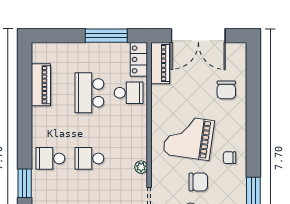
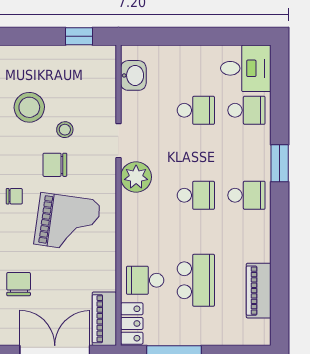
plant: (141, 167) -> (136, 177), width x1.88, depth x1.88

